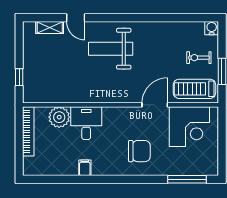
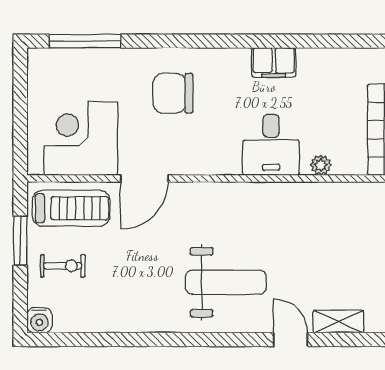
plant: (59, 117) -> (321, 165), width x0.53, depth x0.53
filing cabinet: (85, 168) -> (274, 62), width x2.00

